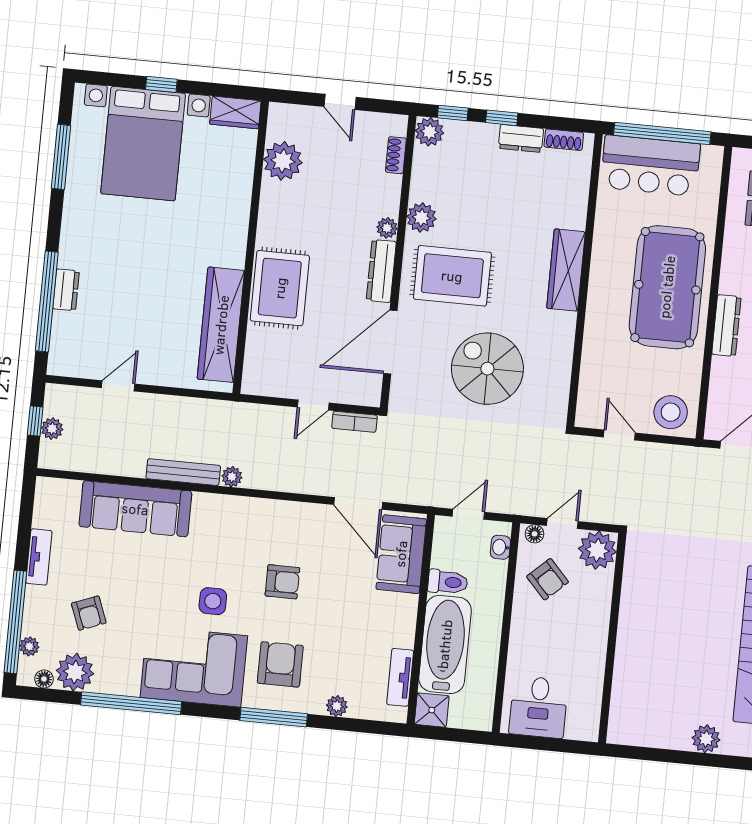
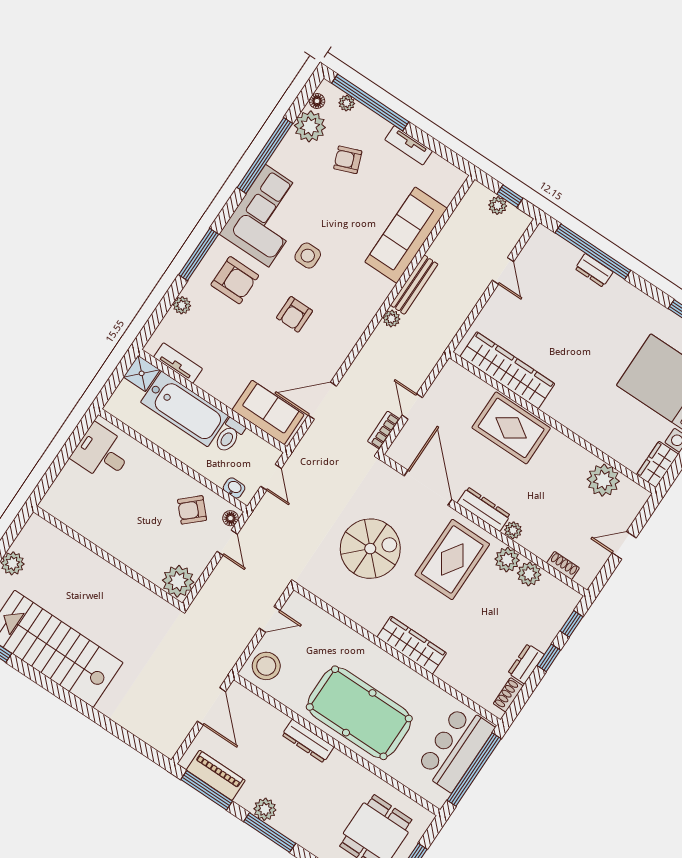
plant: (429, 132) -> (529, 574), moved
plant: (597, 550) -> (178, 581), moved
wall: (612, 638) -> (108, 558), moved

